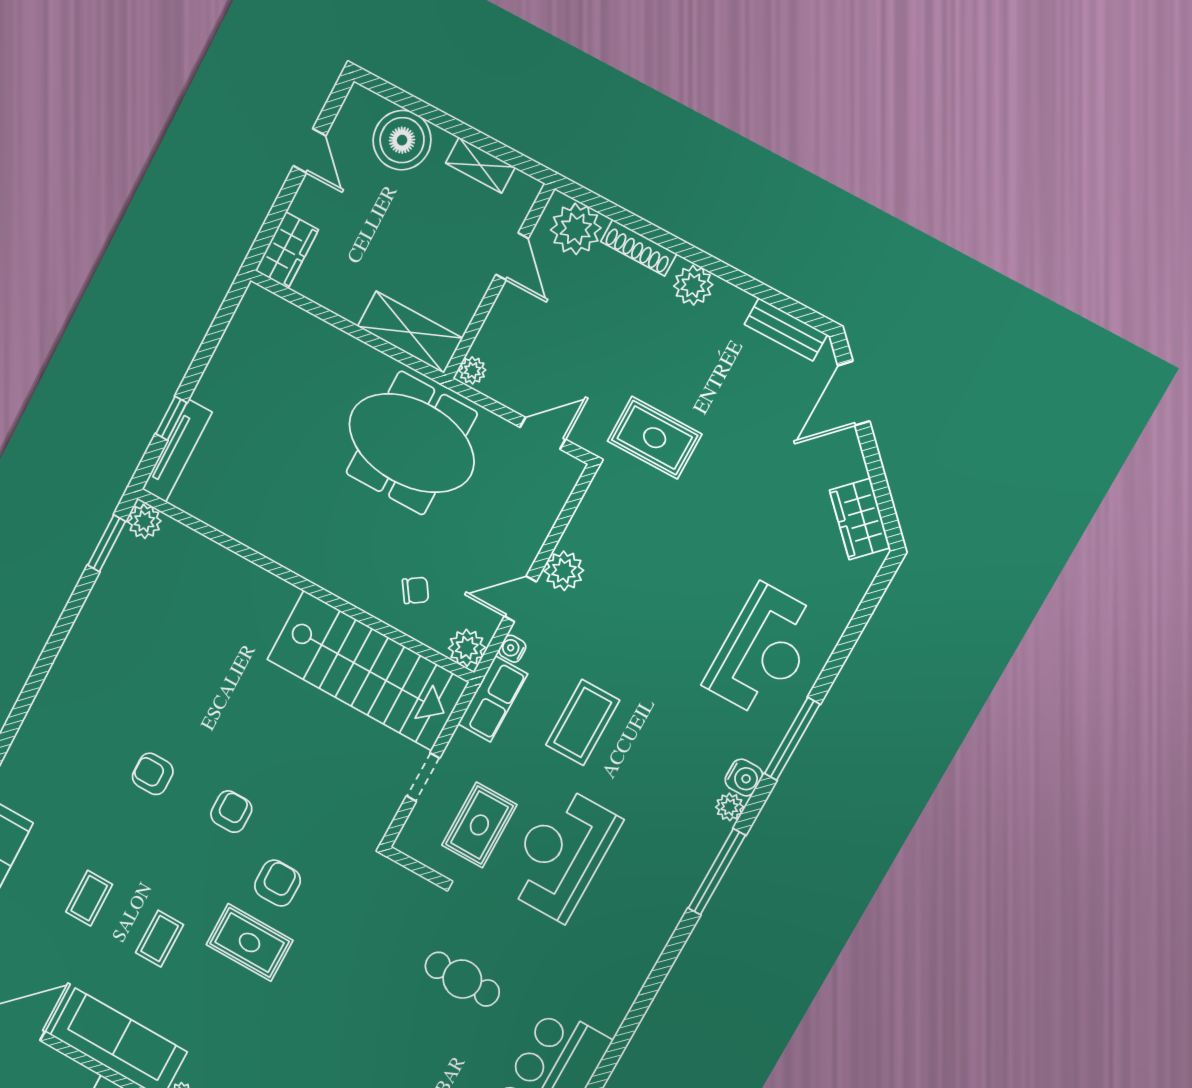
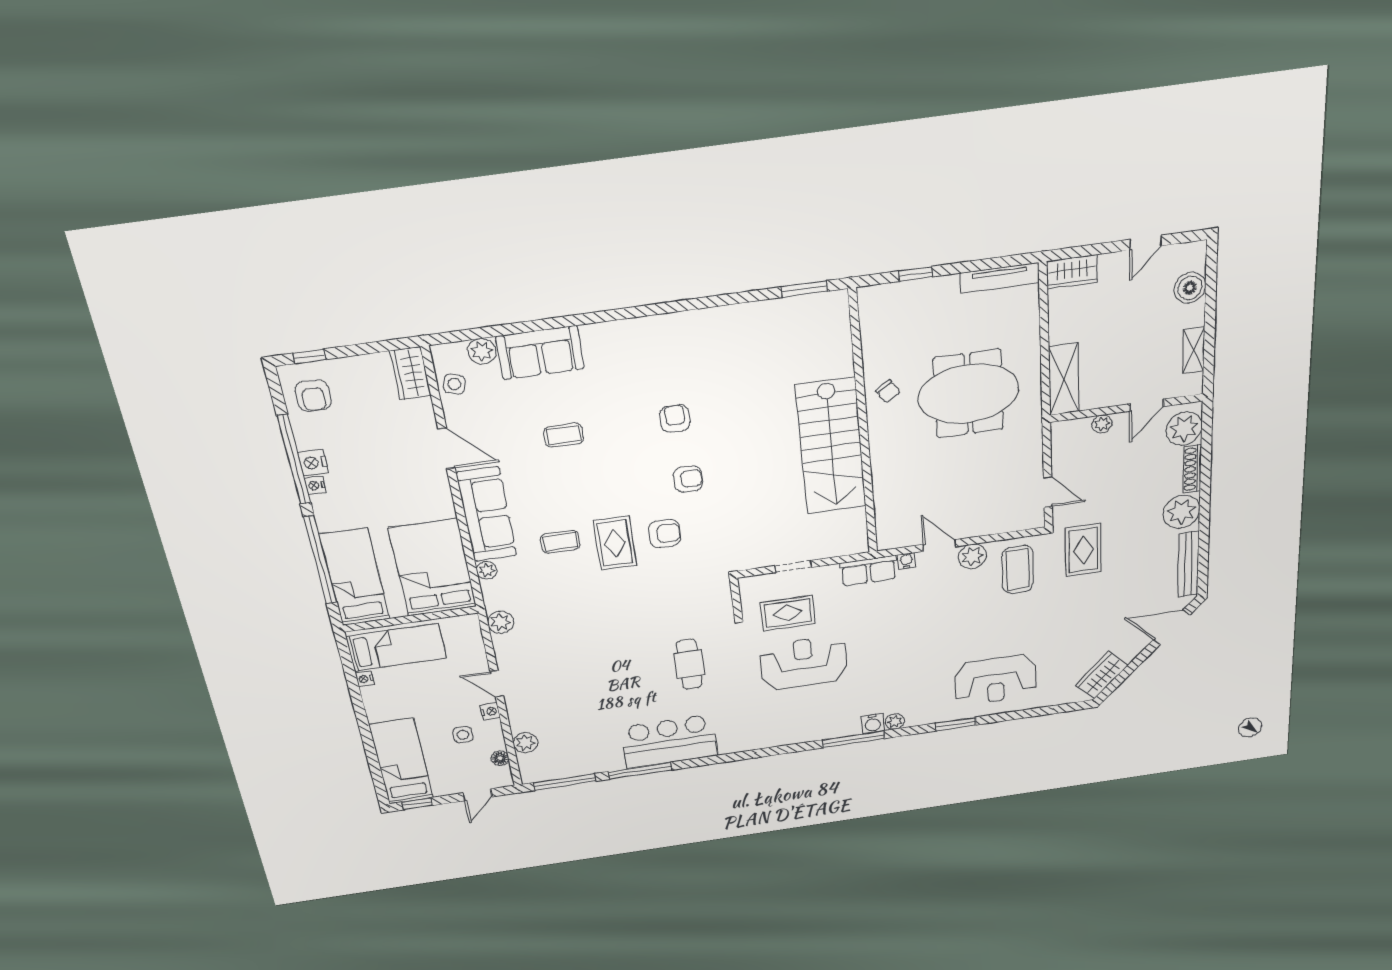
boiler: (402, 140) -> (1190, 288), width x0.73, depth x0.73
plant: (693, 285) -> (1182, 512), width x1.36, depth x1.36
bench: (786, 330) -> (1188, 564), width x1.36
plant: (472, 370) -> (1102, 424), moved
meeting table: (412, 443) -> (969, 394), moved, turned 90
tv unit: (177, 451) -> (1000, 278), moved
plant: (144, 521) -> (836, 303), removed
chair: (415, 590) -> (888, 391), moved
plant: (467, 648) -> (889, 538), removed
stairs: (368, 671) -> (831, 446), moved
coffee table: (583, 722) -> (1018, 569), moved, turned 90
window: (792, 739) -> (955, 724), width x0.69
water cooler: (744, 778) -> (873, 724), moved
coffee table: (160, 939) -> (560, 542), moved

